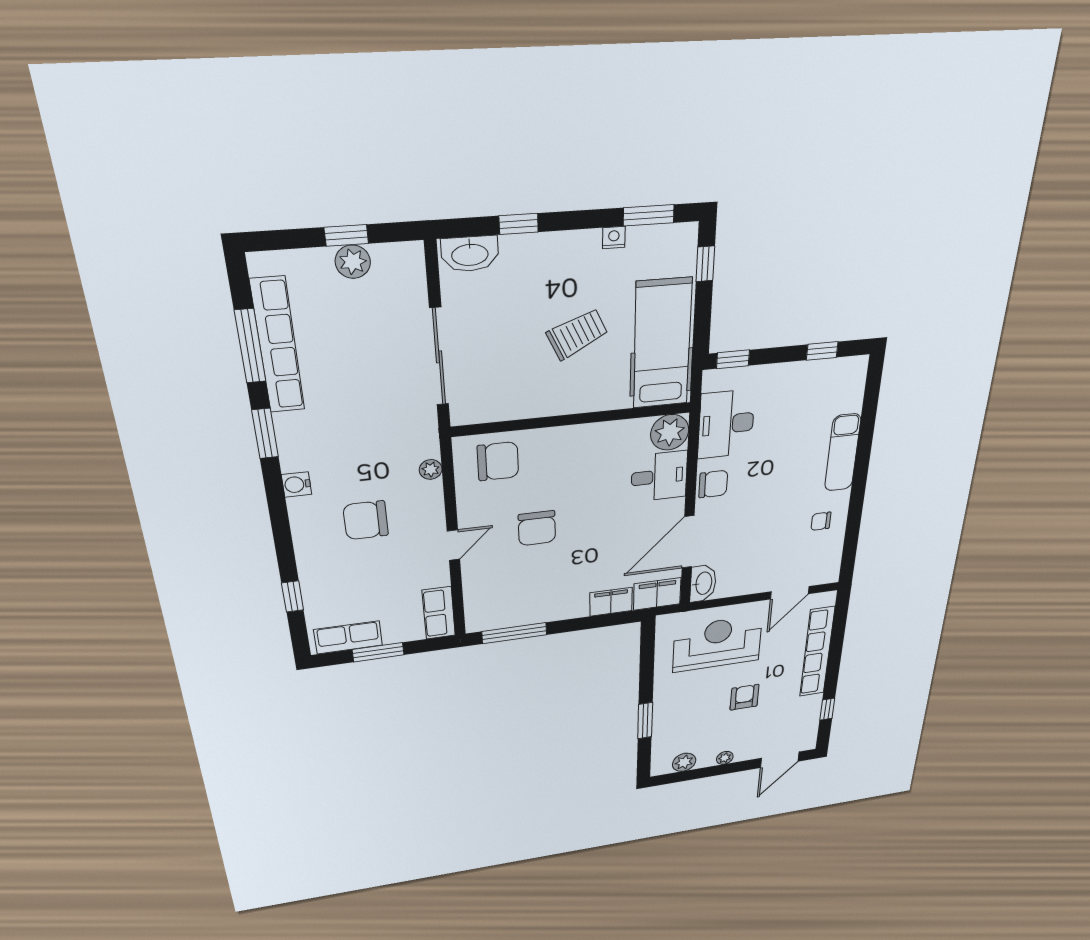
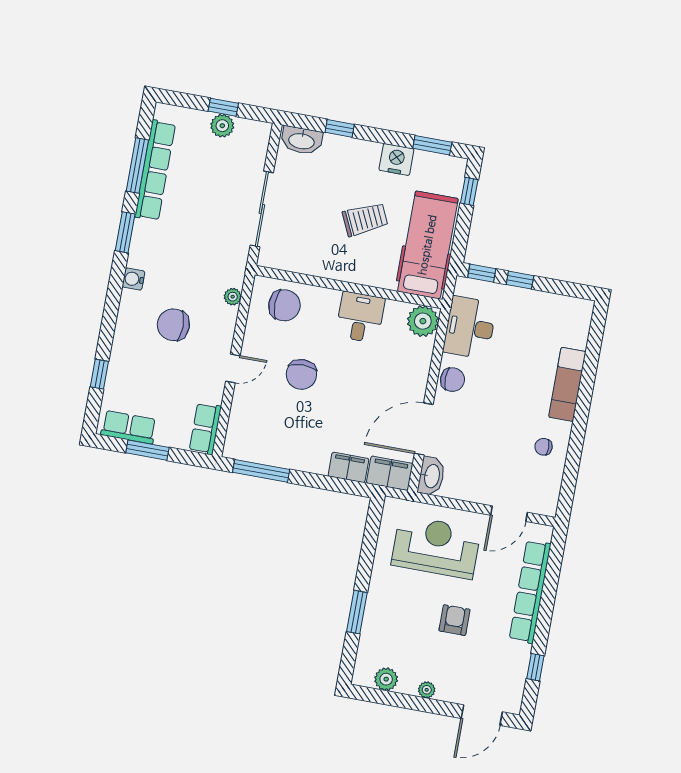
nightstand: (614, 238) -> (396, 159), width x1.89, depth x1.79
window: (822, 351) -> (520, 280), moved
desk: (659, 476) -> (360, 317), moved, turned -90

